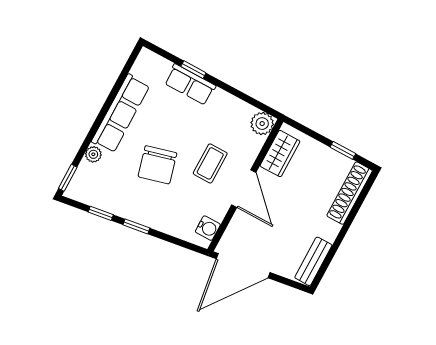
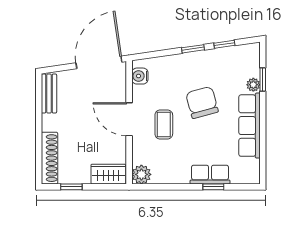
wardrobe: (280, 154) -> (108, 174), moved, turned 90
window: (68, 178) -> (263, 79), moved

